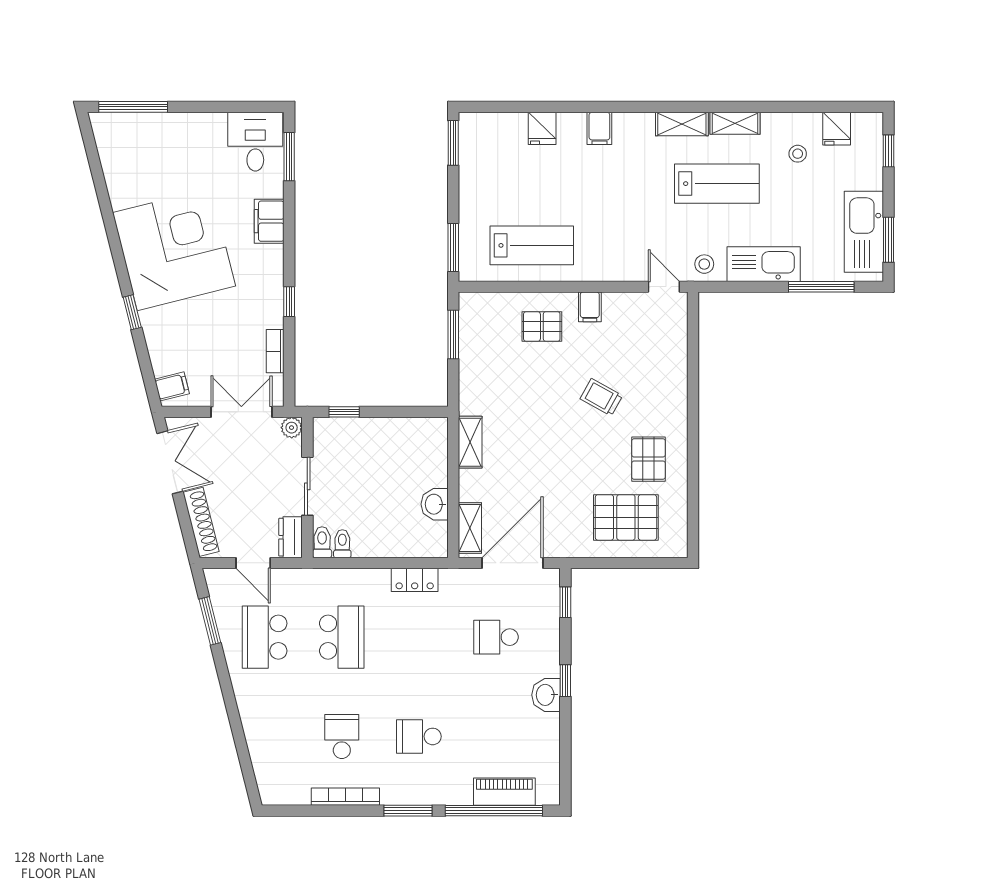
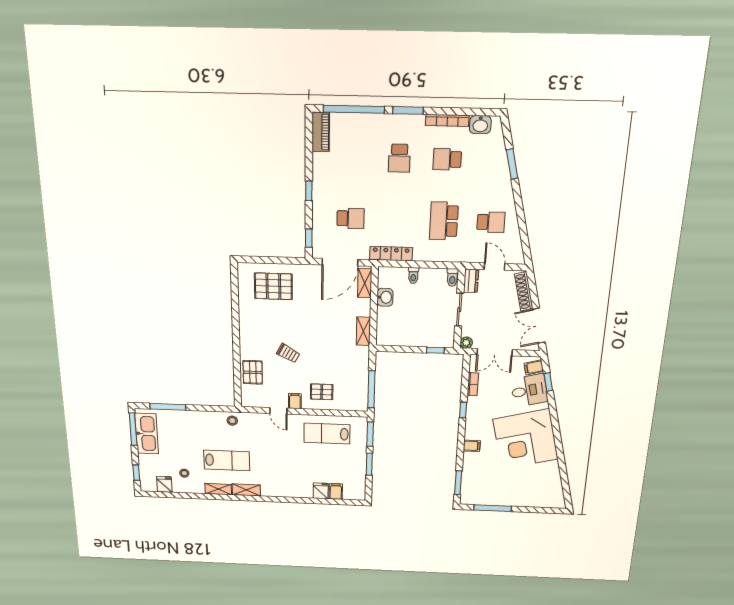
window: (133, 107) -> (493, 508), moved
filing cabinet: (599, 128) -> (336, 491), moved
desk: (255, 142) -> (529, 390), moved, turned -104
window: (453, 143) -> (369, 464), moved
lab bench: (717, 184) -> (227, 460), turned 180
filing cabinet: (269, 221) -> (472, 446), width x0.50
window: (888, 240) -> (133, 429), width x1.44
kitchen sink: (764, 264) -> (200, 419), removed
door: (664, 287) -> (278, 411), moved
window: (132, 312) -> (548, 382), moved
window: (453, 334) -> (371, 389), width x1.44
pallet: (648, 459) -> (253, 372), moved
toilet: (342, 544) -> (413, 275), moved
locker: (415, 580) -> (391, 254), width x1.53
window: (210, 621) -> (512, 164), moved
school desk: (265, 637) -> (491, 222), width x0.54
washbasin: (546, 695) -> (480, 125), moved, turned 90
school desk: (342, 736) -> (447, 159), turned 90
school desk: (419, 736) -> (399, 158), turned 90
piano: (504, 792) -> (321, 132), moved, turned -90

